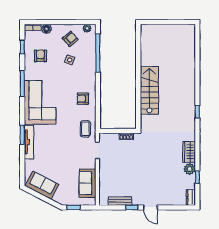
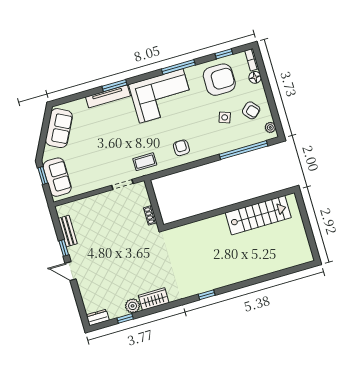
armchair: (40, 56) -> (219, 80), width x1.88, depth x1.88
stairs: (149, 90) -> (258, 215), moved
sofa: (88, 183) -> (57, 177), moved, turned 90
door: (150, 207) -> (71, 271), hinge flipped

